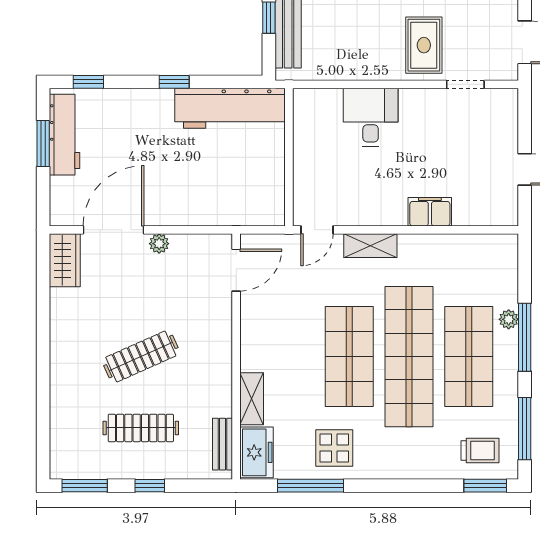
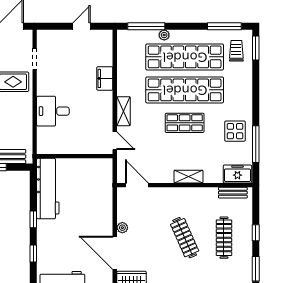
window: (88, 82) -> (33, 253), moved
window: (525, 337) -> (146, 26), moved
shop shelf: (349, 357) -> (185, 123), width x0.70, depth x0.74
shop shelf: (469, 357) -> (185, 57), width x1.40
shelving: (252, 399) -> (188, 177), moved

